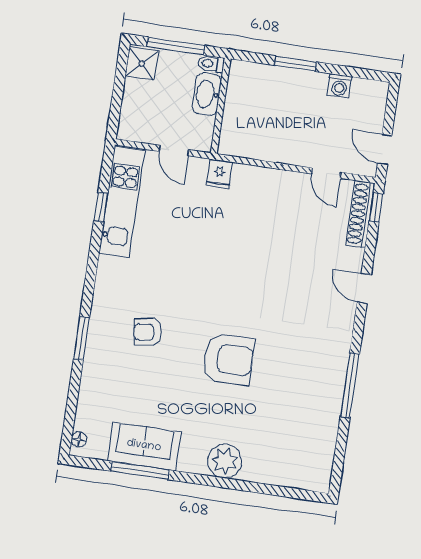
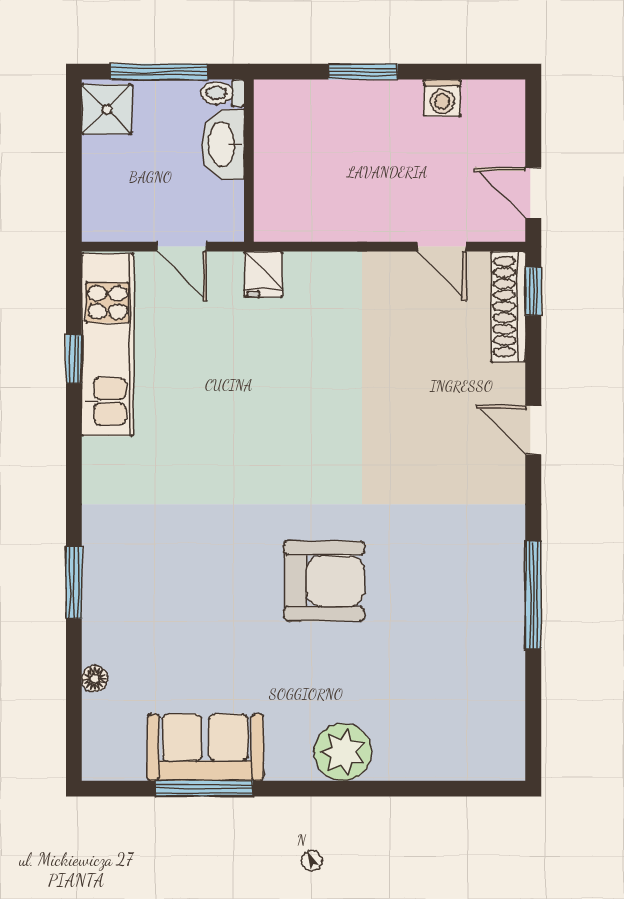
armchair: (148, 332) -> (183, 556), removed
floor lamp: (79, 440) -> (95, 679), moved

